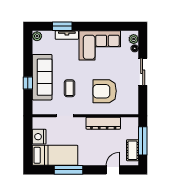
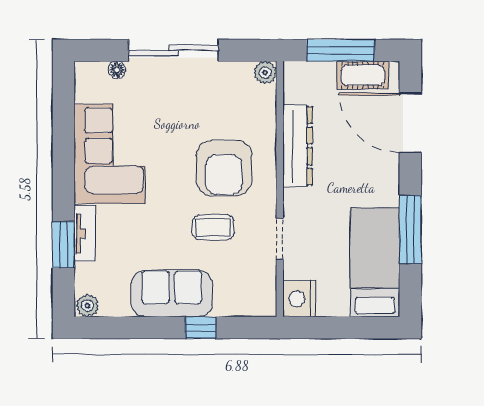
plant: (134, 39) -> (265, 73), moved
sliding door: (143, 72) -> (173, 50), width x1.37
sofa: (42, 77) -> (172, 294), width x0.73
armchair: (105, 91) -> (224, 168), moved
nightstand: (39, 137) -> (299, 299), moved, turned 90
door: (113, 170) -> (410, 123), width x1.88

